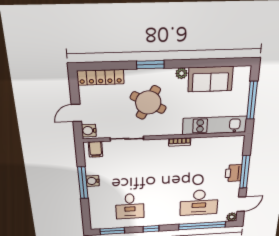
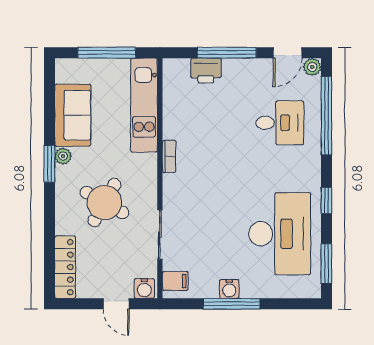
window: (150, 65) -> (49, 164), moved
printer: (233, 173) -> (206, 71), moved
desk: (199, 203) -> (280, 123), width x0.73
door: (241, 204) -> (287, 53), swing flipped
desk: (130, 206) -> (280, 234), width x1.87, depth x1.30

